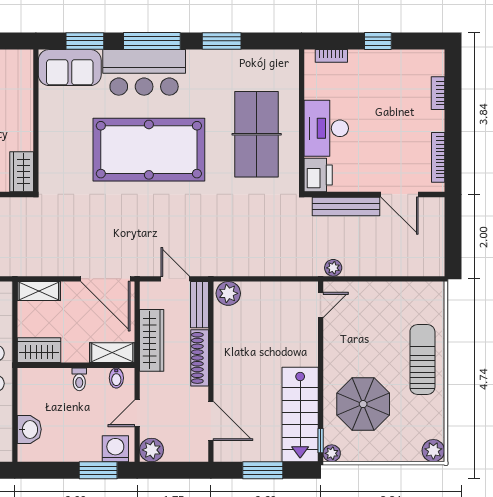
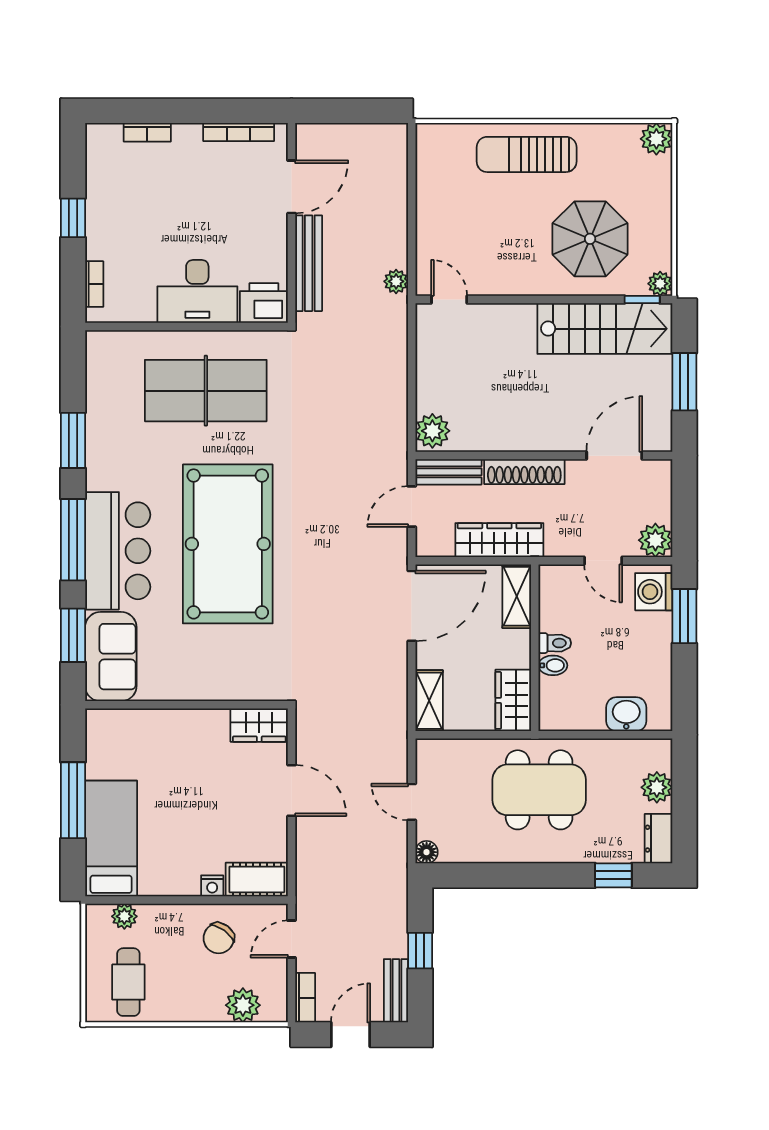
bidet: (116, 378) -> (553, 665), moved

